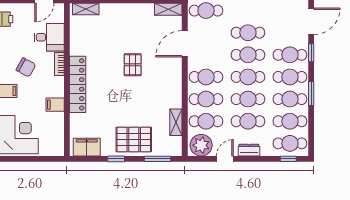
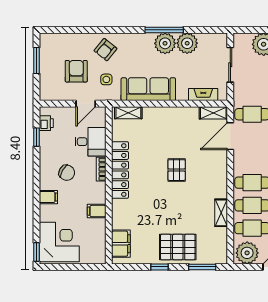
door: (185, 44) -> (230, 136), moved
locker: (78, 84) -> (120, 170), moved
shelving: (176, 122) -> (221, 213), moved
filing cabinet: (87, 147) -> (121, 244), moved, turned 90

